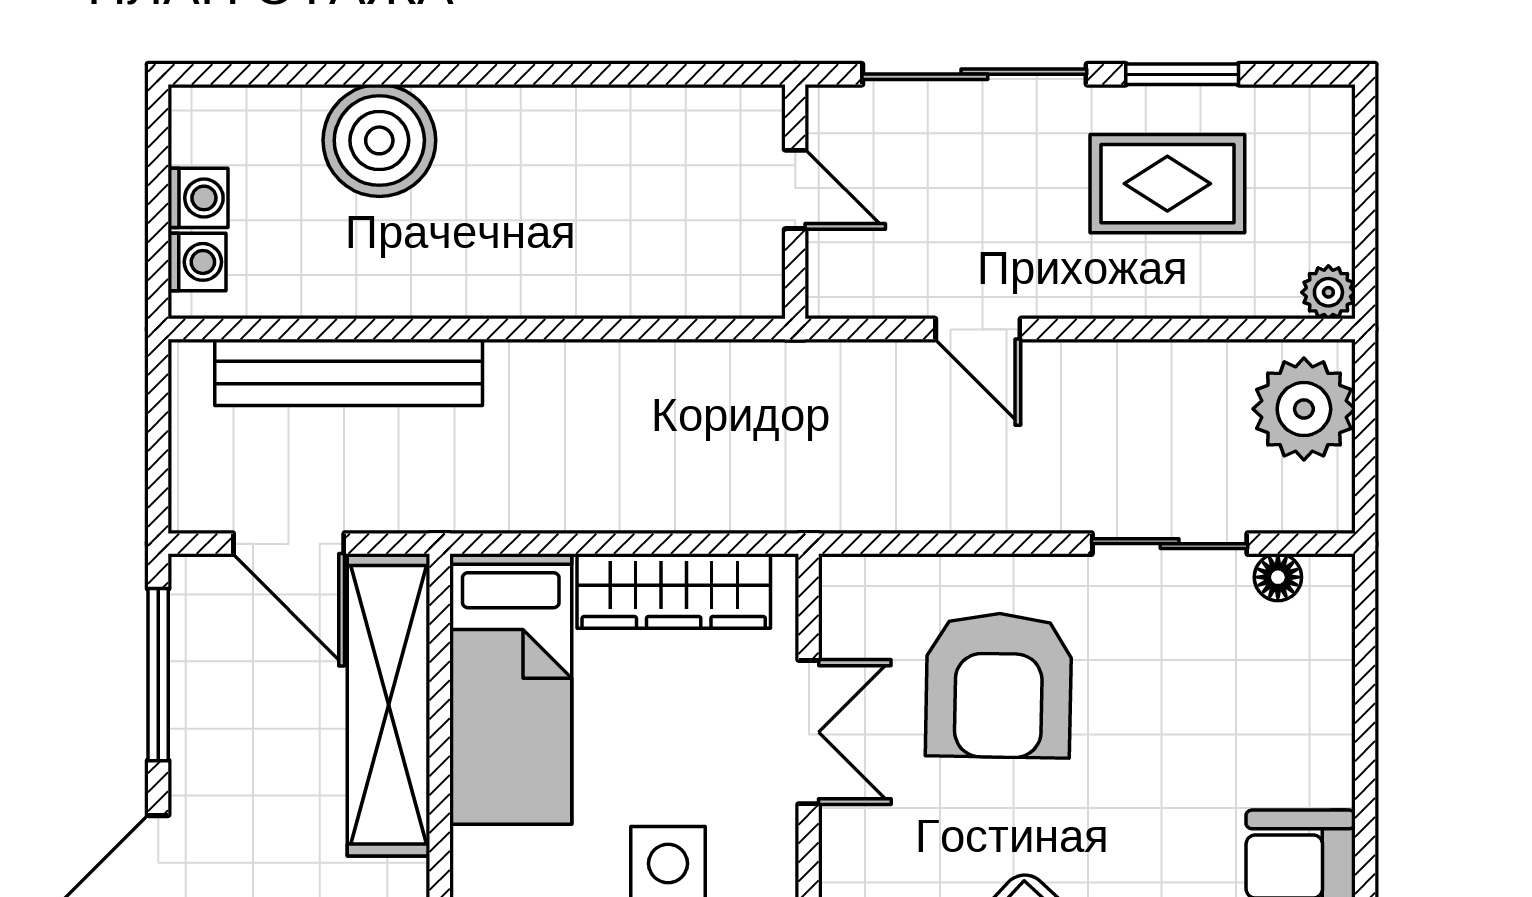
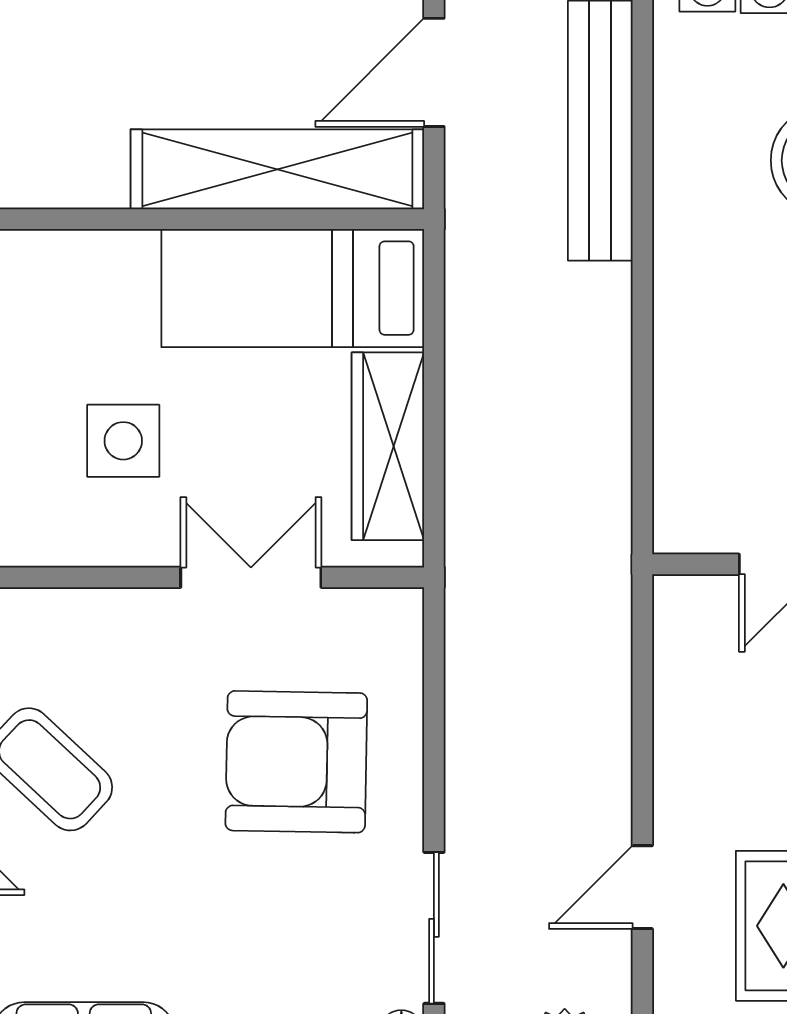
door: (978, 329) -> (642, 887), moved
double door: (809, 732) -> (251, 577), swing flipped

